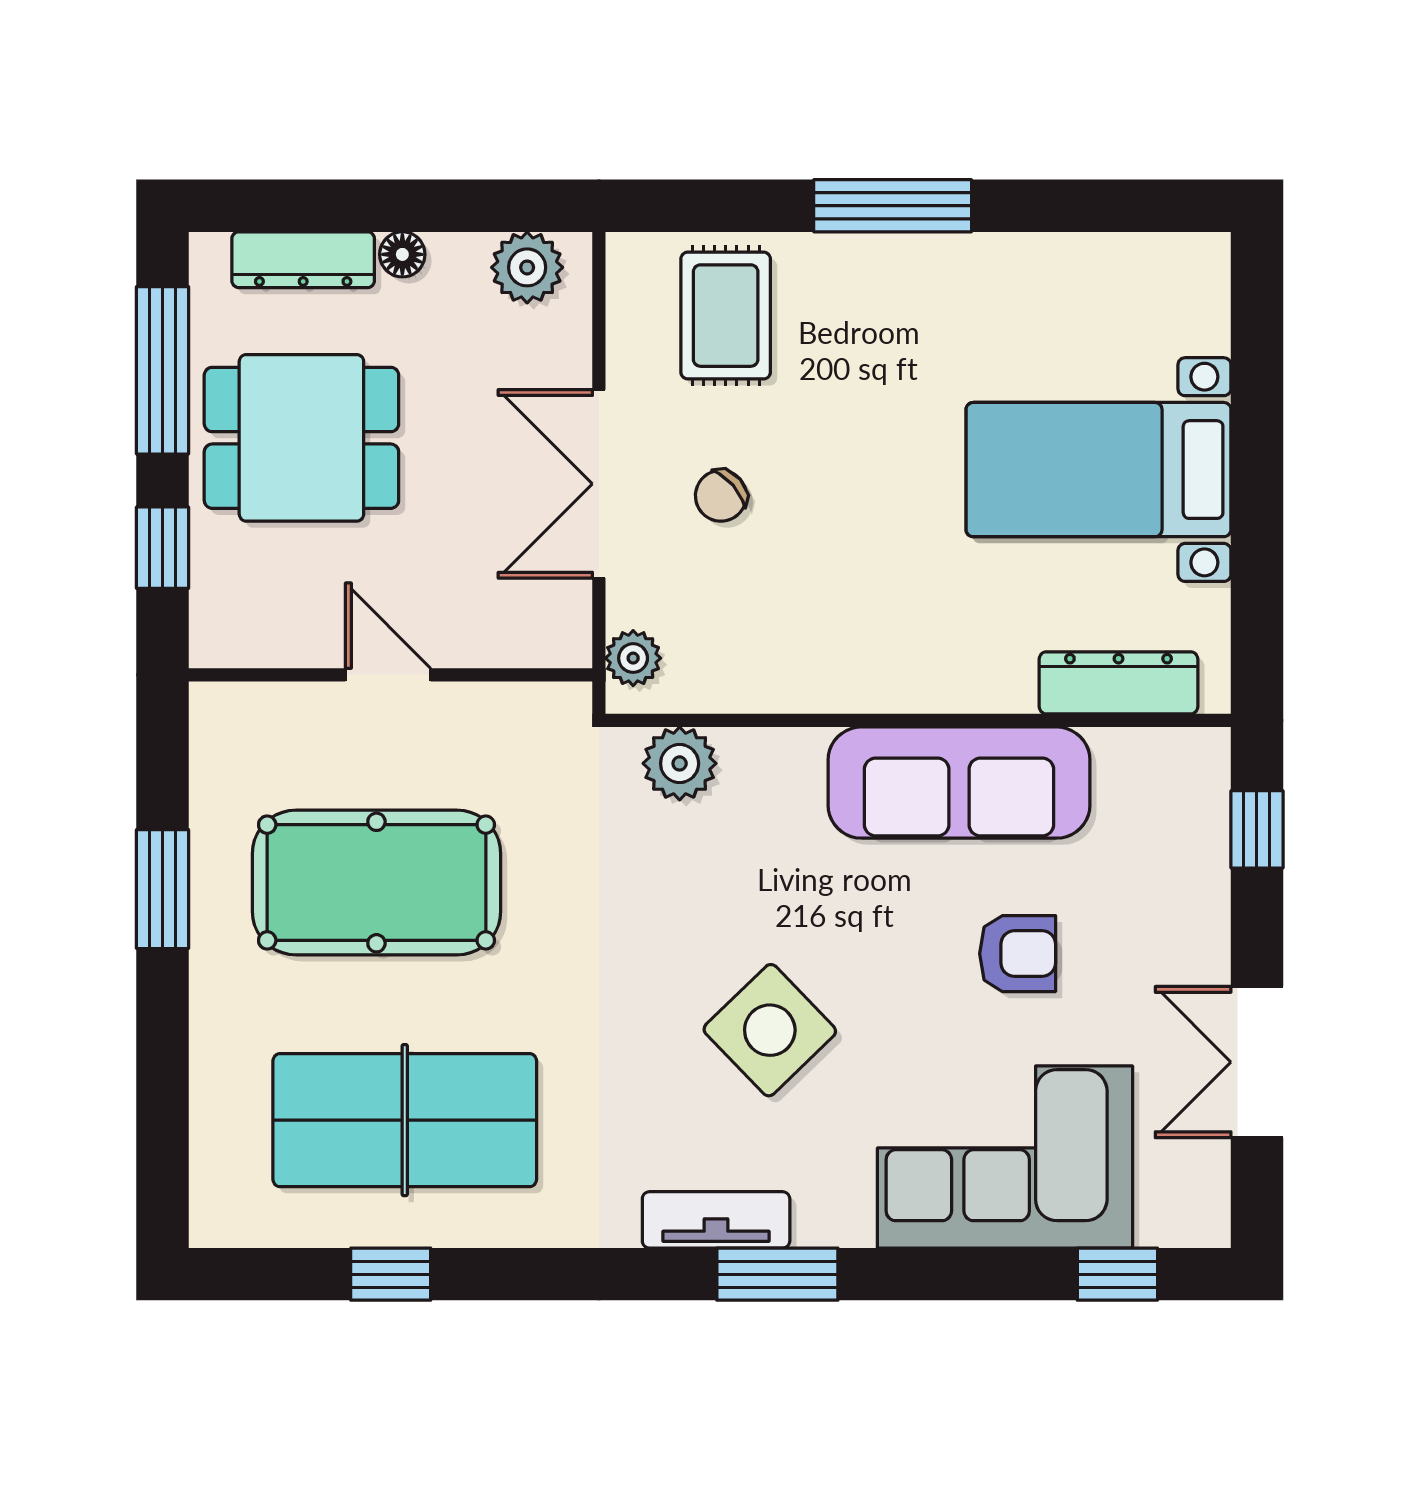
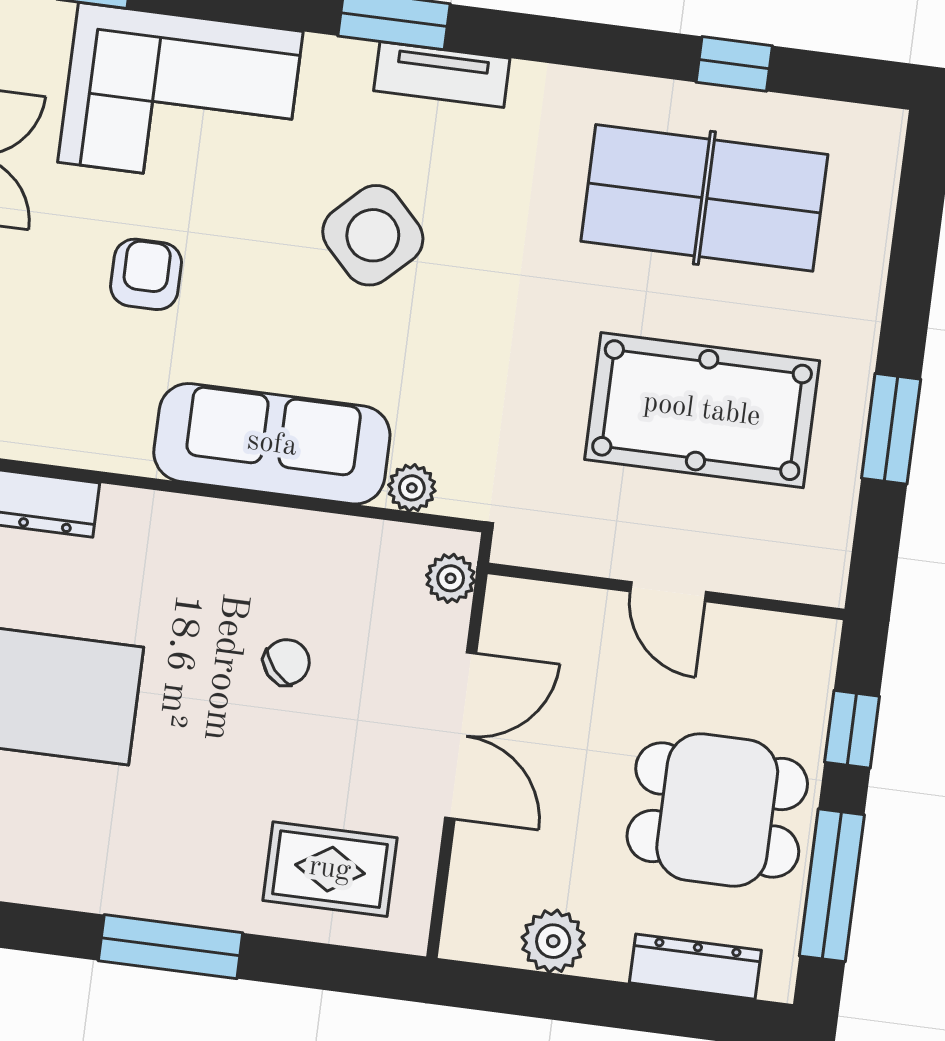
floor lamp: (402, 254) -> (608, 960), removed
plant: (527, 267) -> (553, 941), moved
rug: (726, 316) -> (330, 869), turned 90
chair: (721, 496) -> (287, 662), moved
plant: (680, 763) -> (412, 488), width x0.73, depth x0.73
sofa: (959, 783) -> (272, 444), moved
armchair: (1018, 954) -> (146, 274), turned 90

